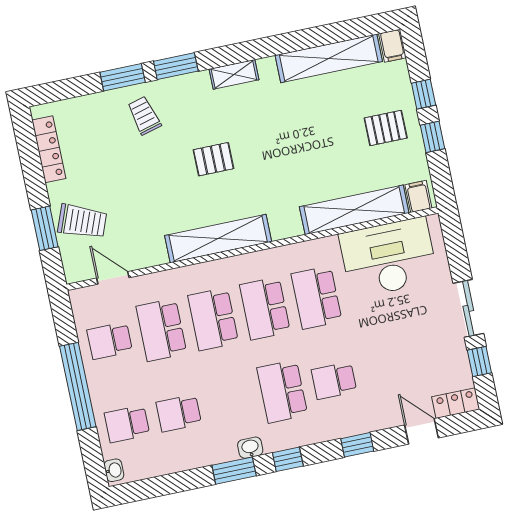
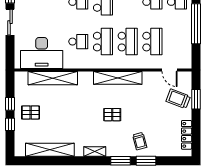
filing cabinet: (392, 46) -> (20, 149), removed
filing cabinet: (418, 196) -> (22, 78), removed
school desk: (317, 298) -> (78, 42), width x0.54
school desk: (110, 341) -> (177, 42), removed

